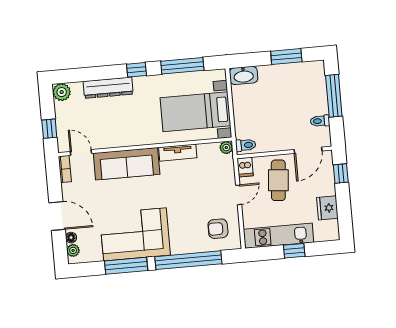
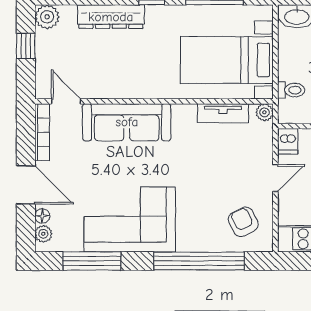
window: (49, 129) -> (26, 46), moved
toilet: (246, 145) -> (291, 90), moved
tv unit: (178, 153) -> (223, 113), moved
bookcase: (65, 169) -> (42, 132), width x1.56
armchair: (218, 229) -> (243, 222), turned 64
window: (126, 266) -> (92, 261), moved

